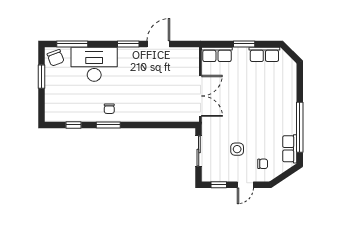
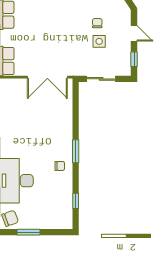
double door: (200, 96) -> (47, 77), swing flipped
window: (108, 125) -> (76, 151), moved
chair: (263, 164) -> (97, 23), moved

